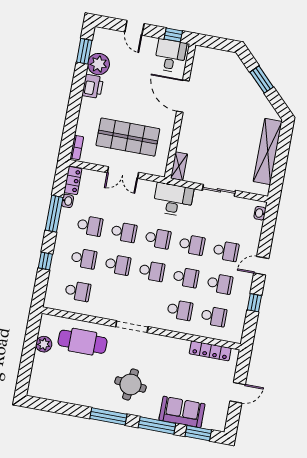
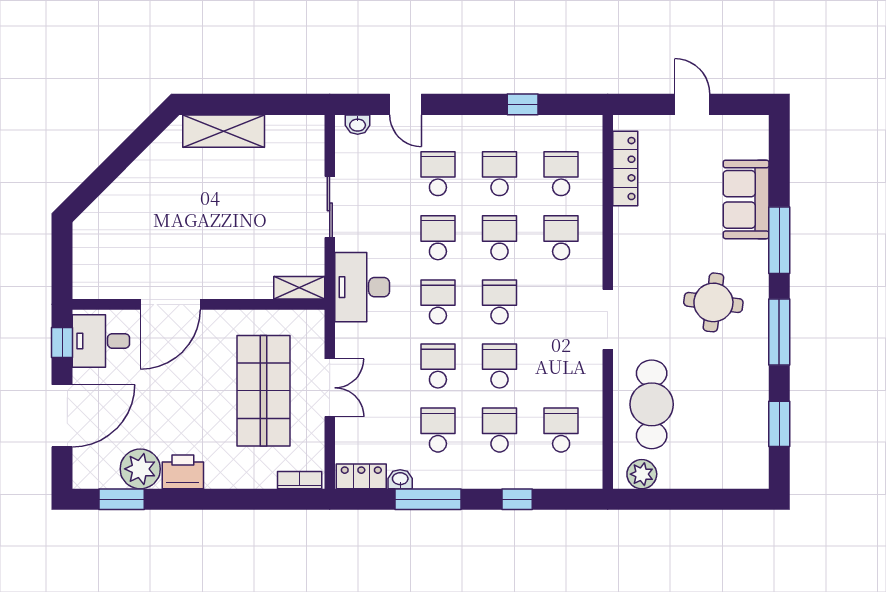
door: (134, 28) -> (62, 416), width x1.87
window: (262, 80) -> (113, 166), removed
shelving: (268, 152) -> (224, 131), width x0.68
door: (261, 266) -> (406, 104), moved
plant: (44, 344) -> (642, 474), moved
window: (198, 433) -> (779, 424), moved

